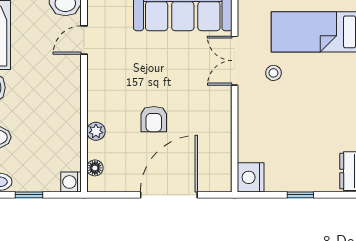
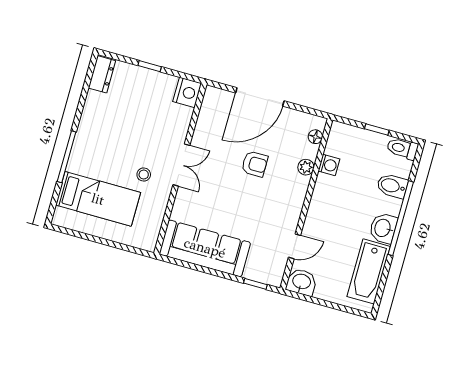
double door: (235, 61) -> (181, 165), moved
armchair: (154, 119) -> (255, 164), turned 90
washing machine: (71, 182) -> (329, 165), moved

